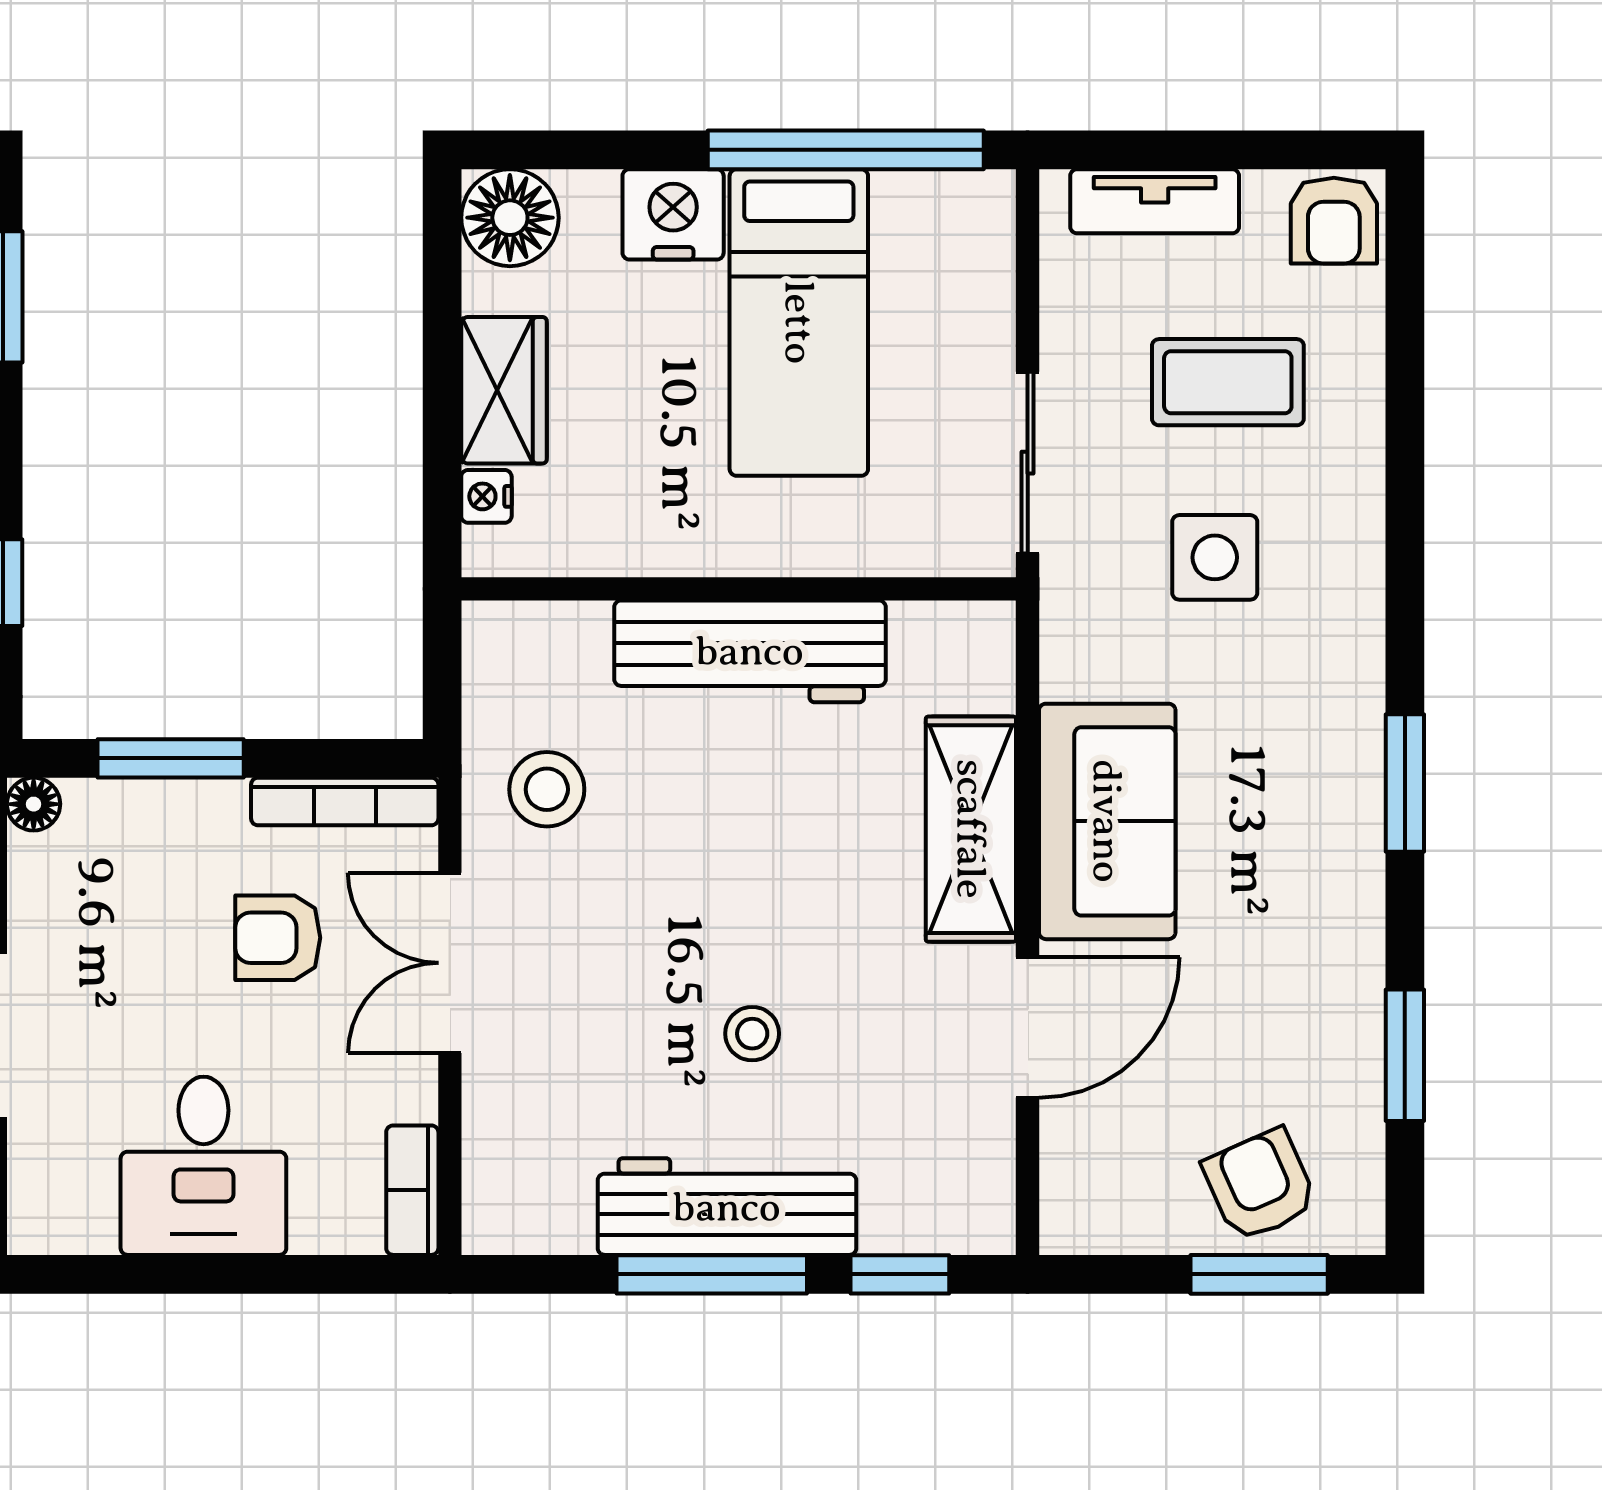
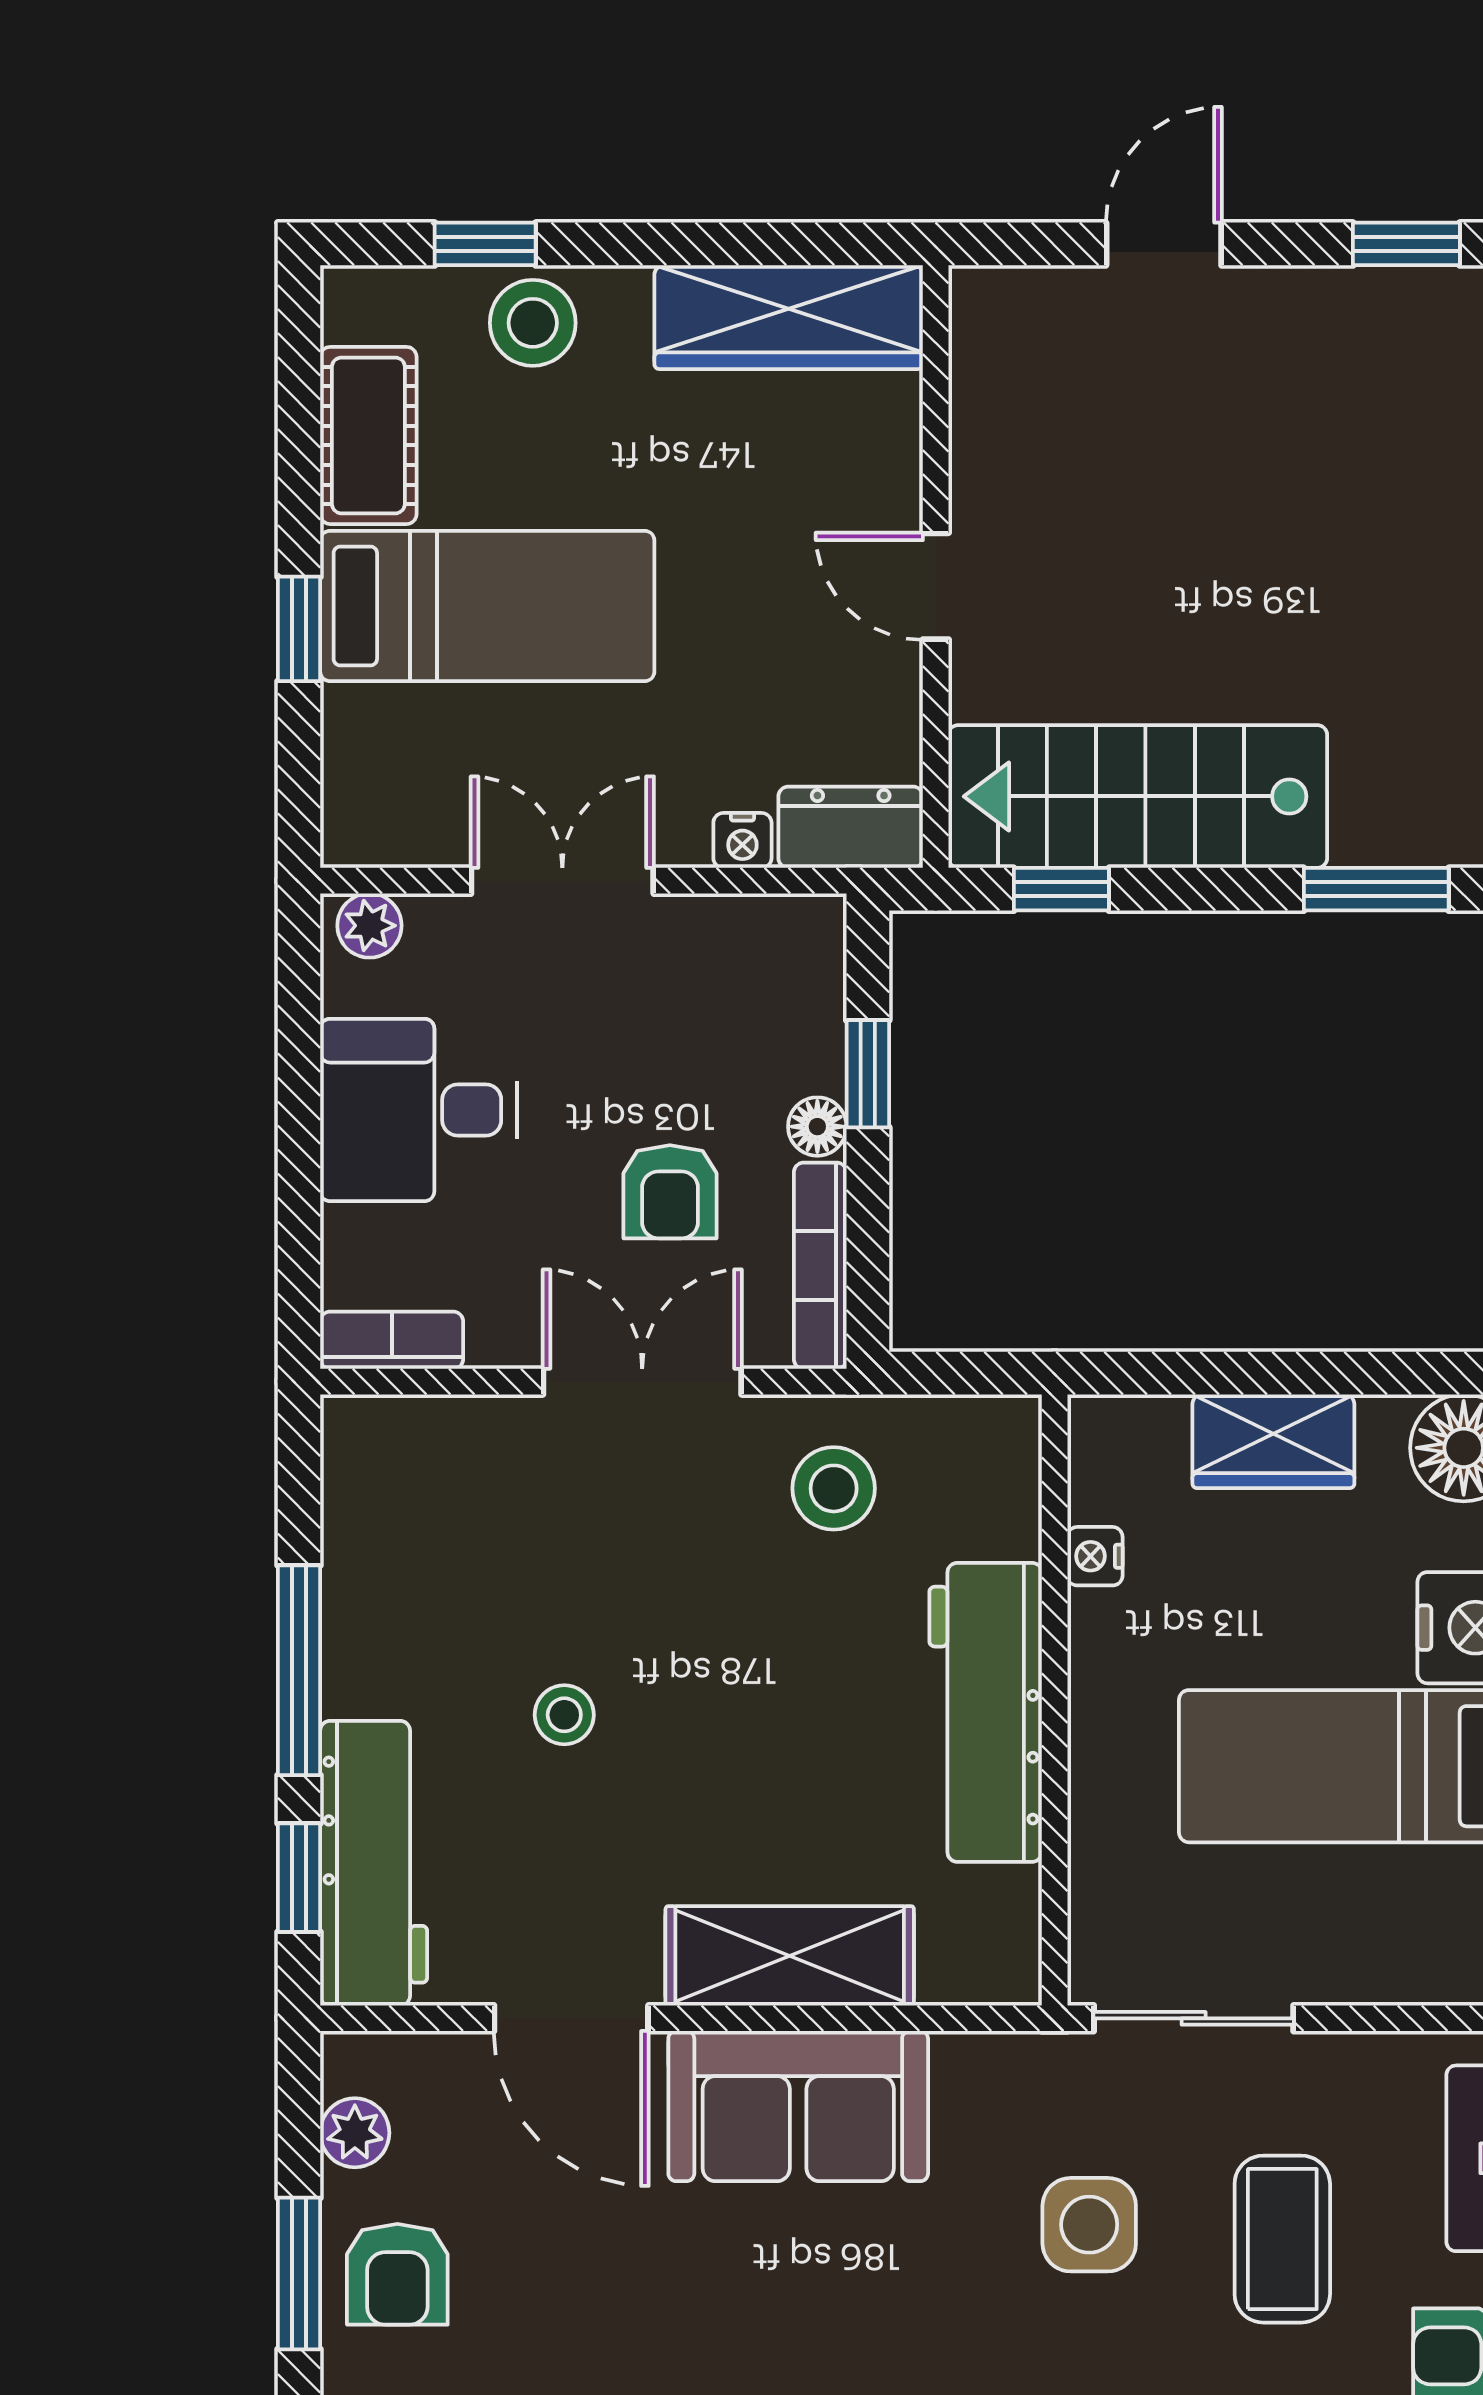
nightstand: (486, 496) -> (1095, 1556), moved, turned -90
window: (171, 758) -> (868, 1074), width x0.67
floor lamp: (34, 804) -> (817, 1127), moved
armchair: (278, 938) -> (670, 1192), turned 180
armchair: (1260, 1185) -> (397, 2274), turned 114
workbench: (727, 1207) -> (374, 1863), moved
plant: (36, 1210) -> (369, 926), added
plant: (1131, 1224) -> (355, 2133), added

